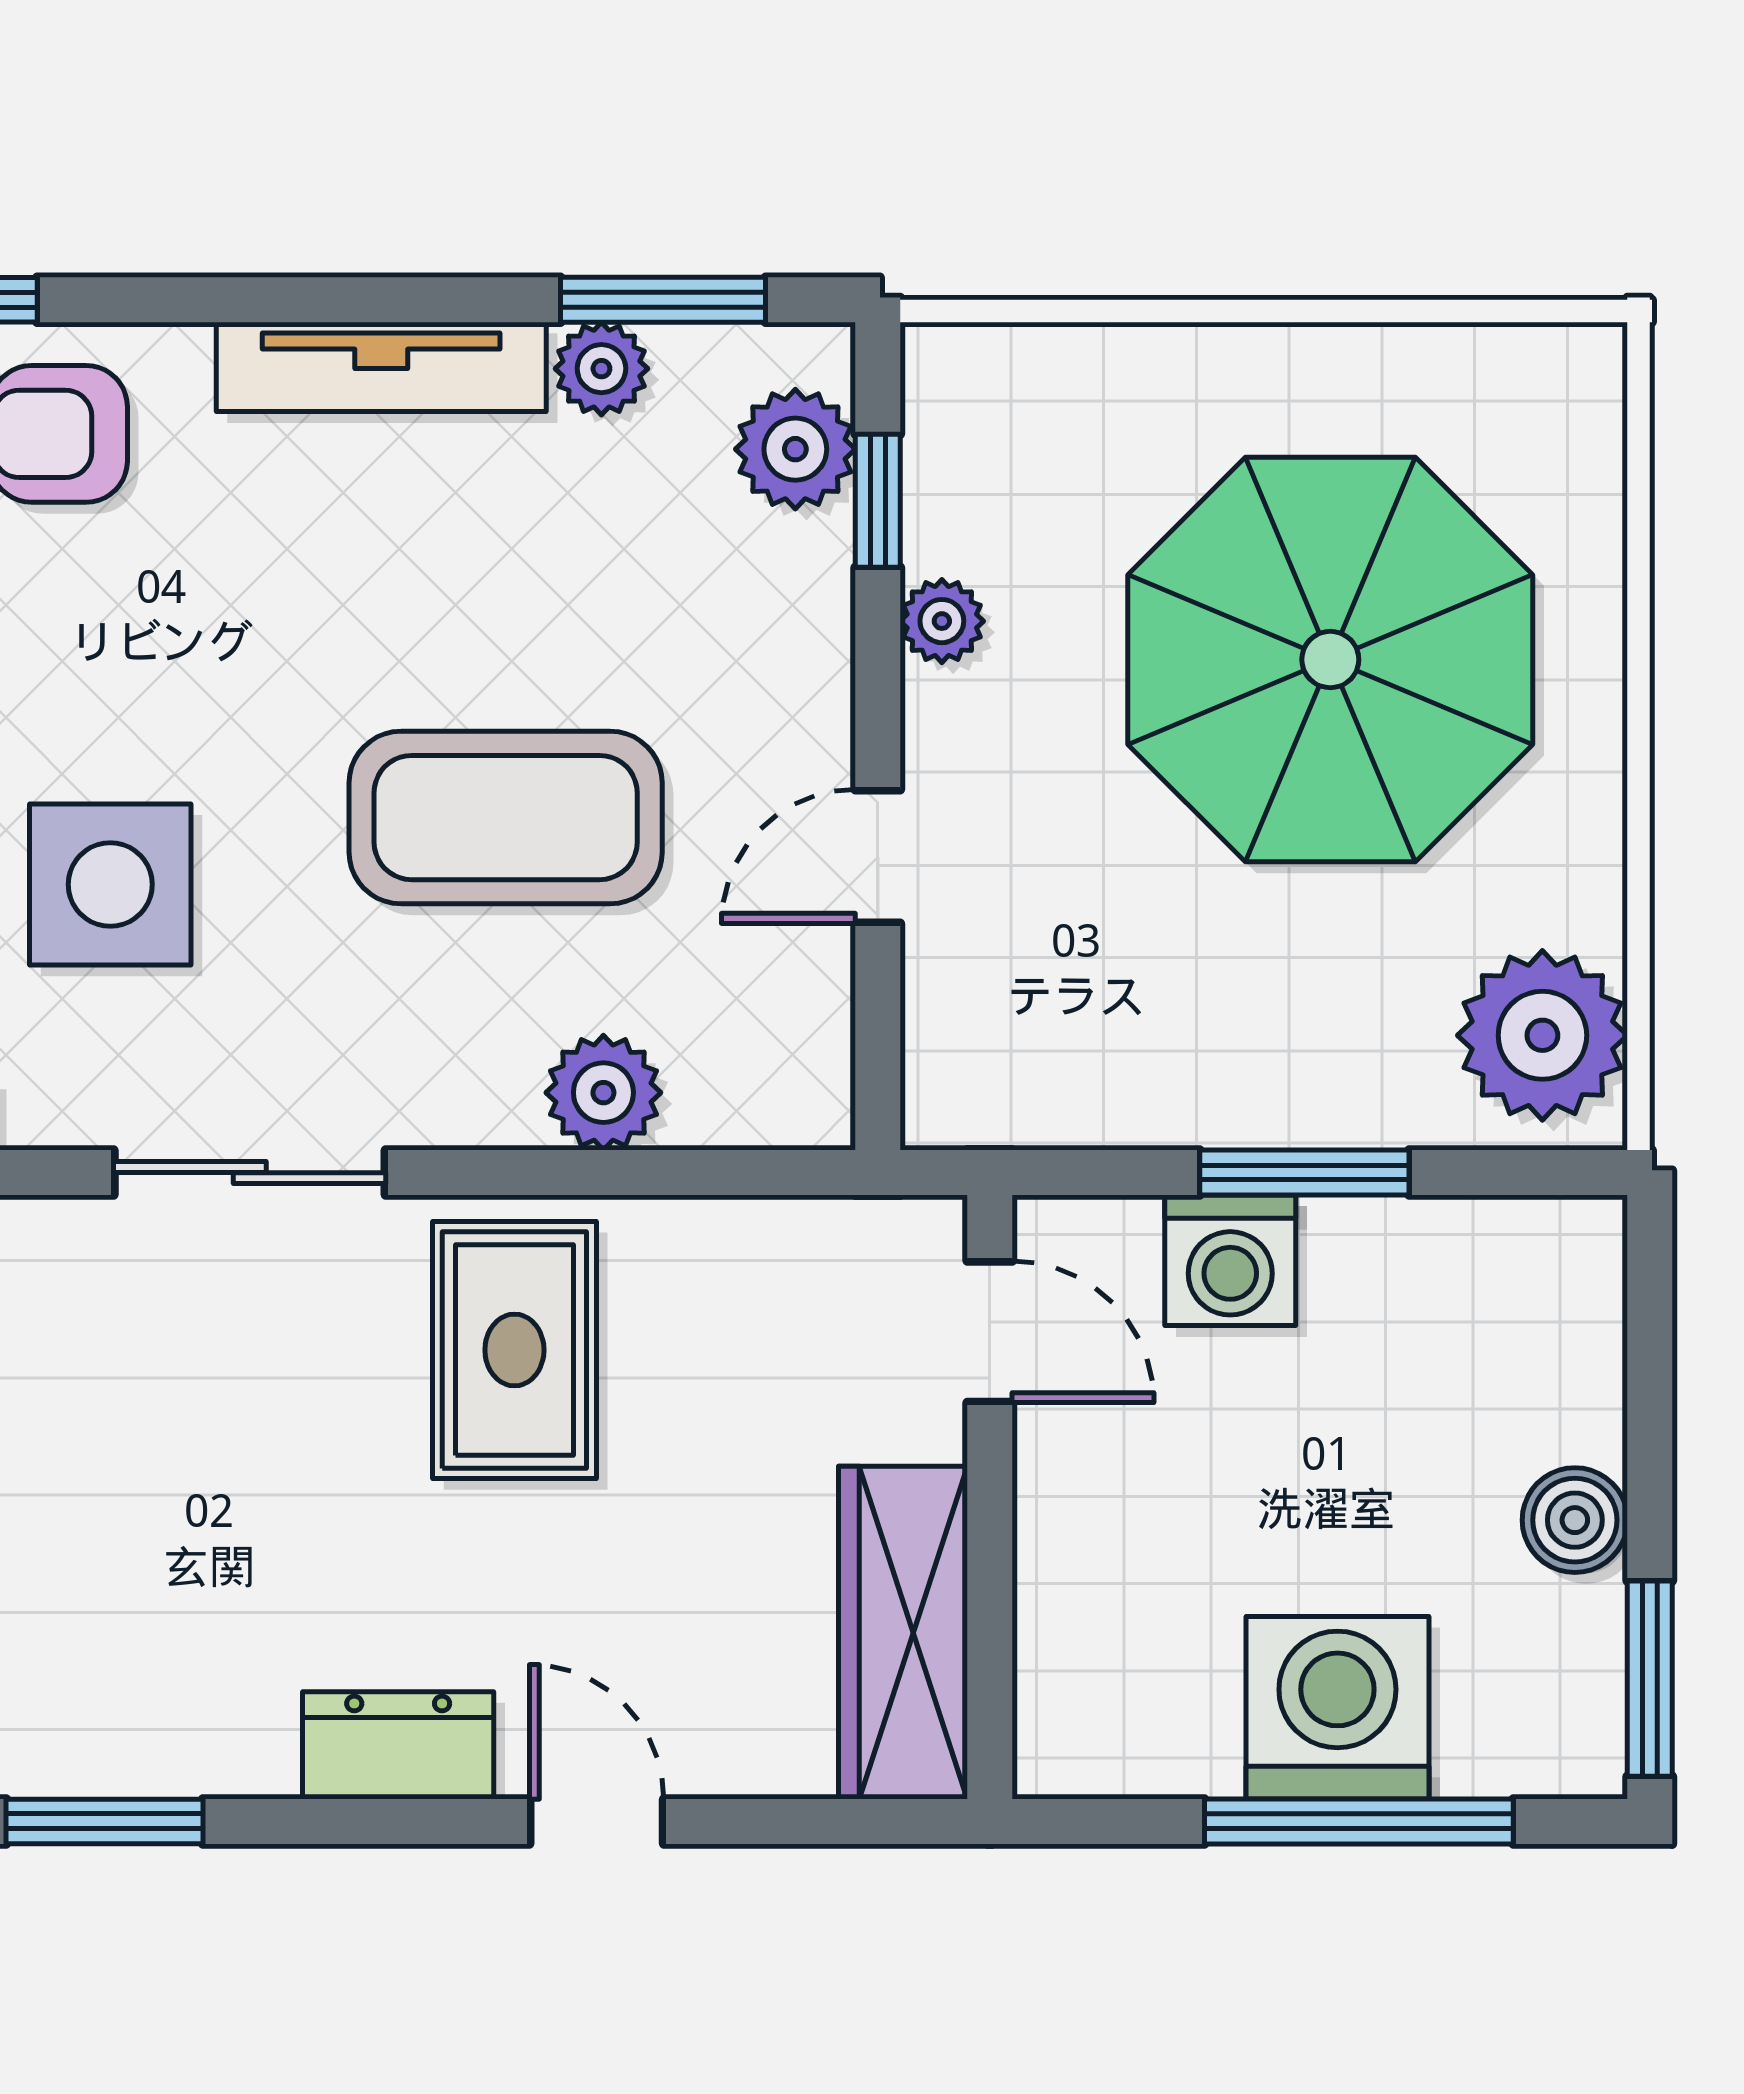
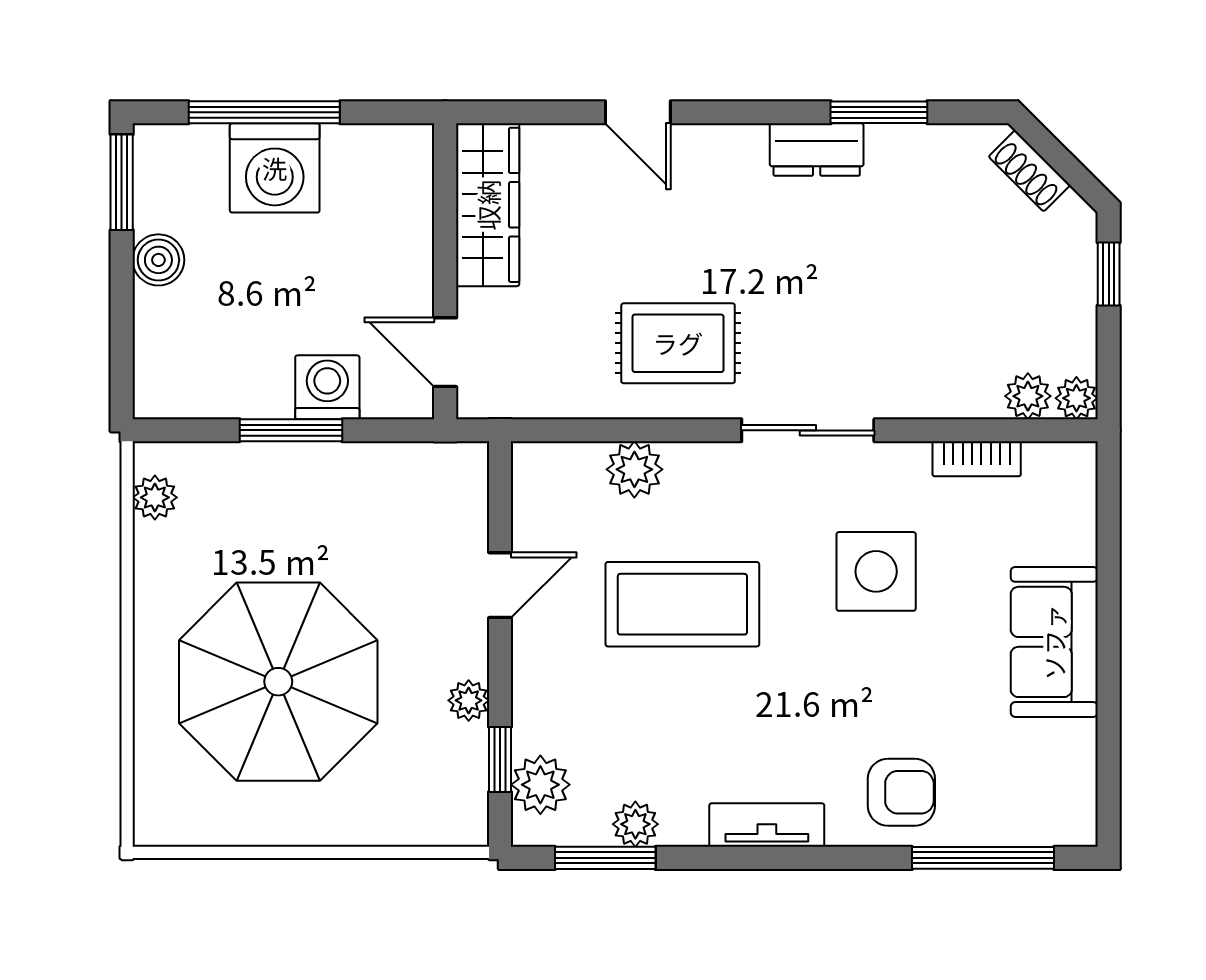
tv unit: (381, 367) -> (767, 825), width x0.71
plant: (1542, 1035) -> (155, 497), width x0.53, depth x0.53
rug: (514, 1350) -> (678, 343), turned 90
dresser: (398, 1745) -> (817, 150), moved

